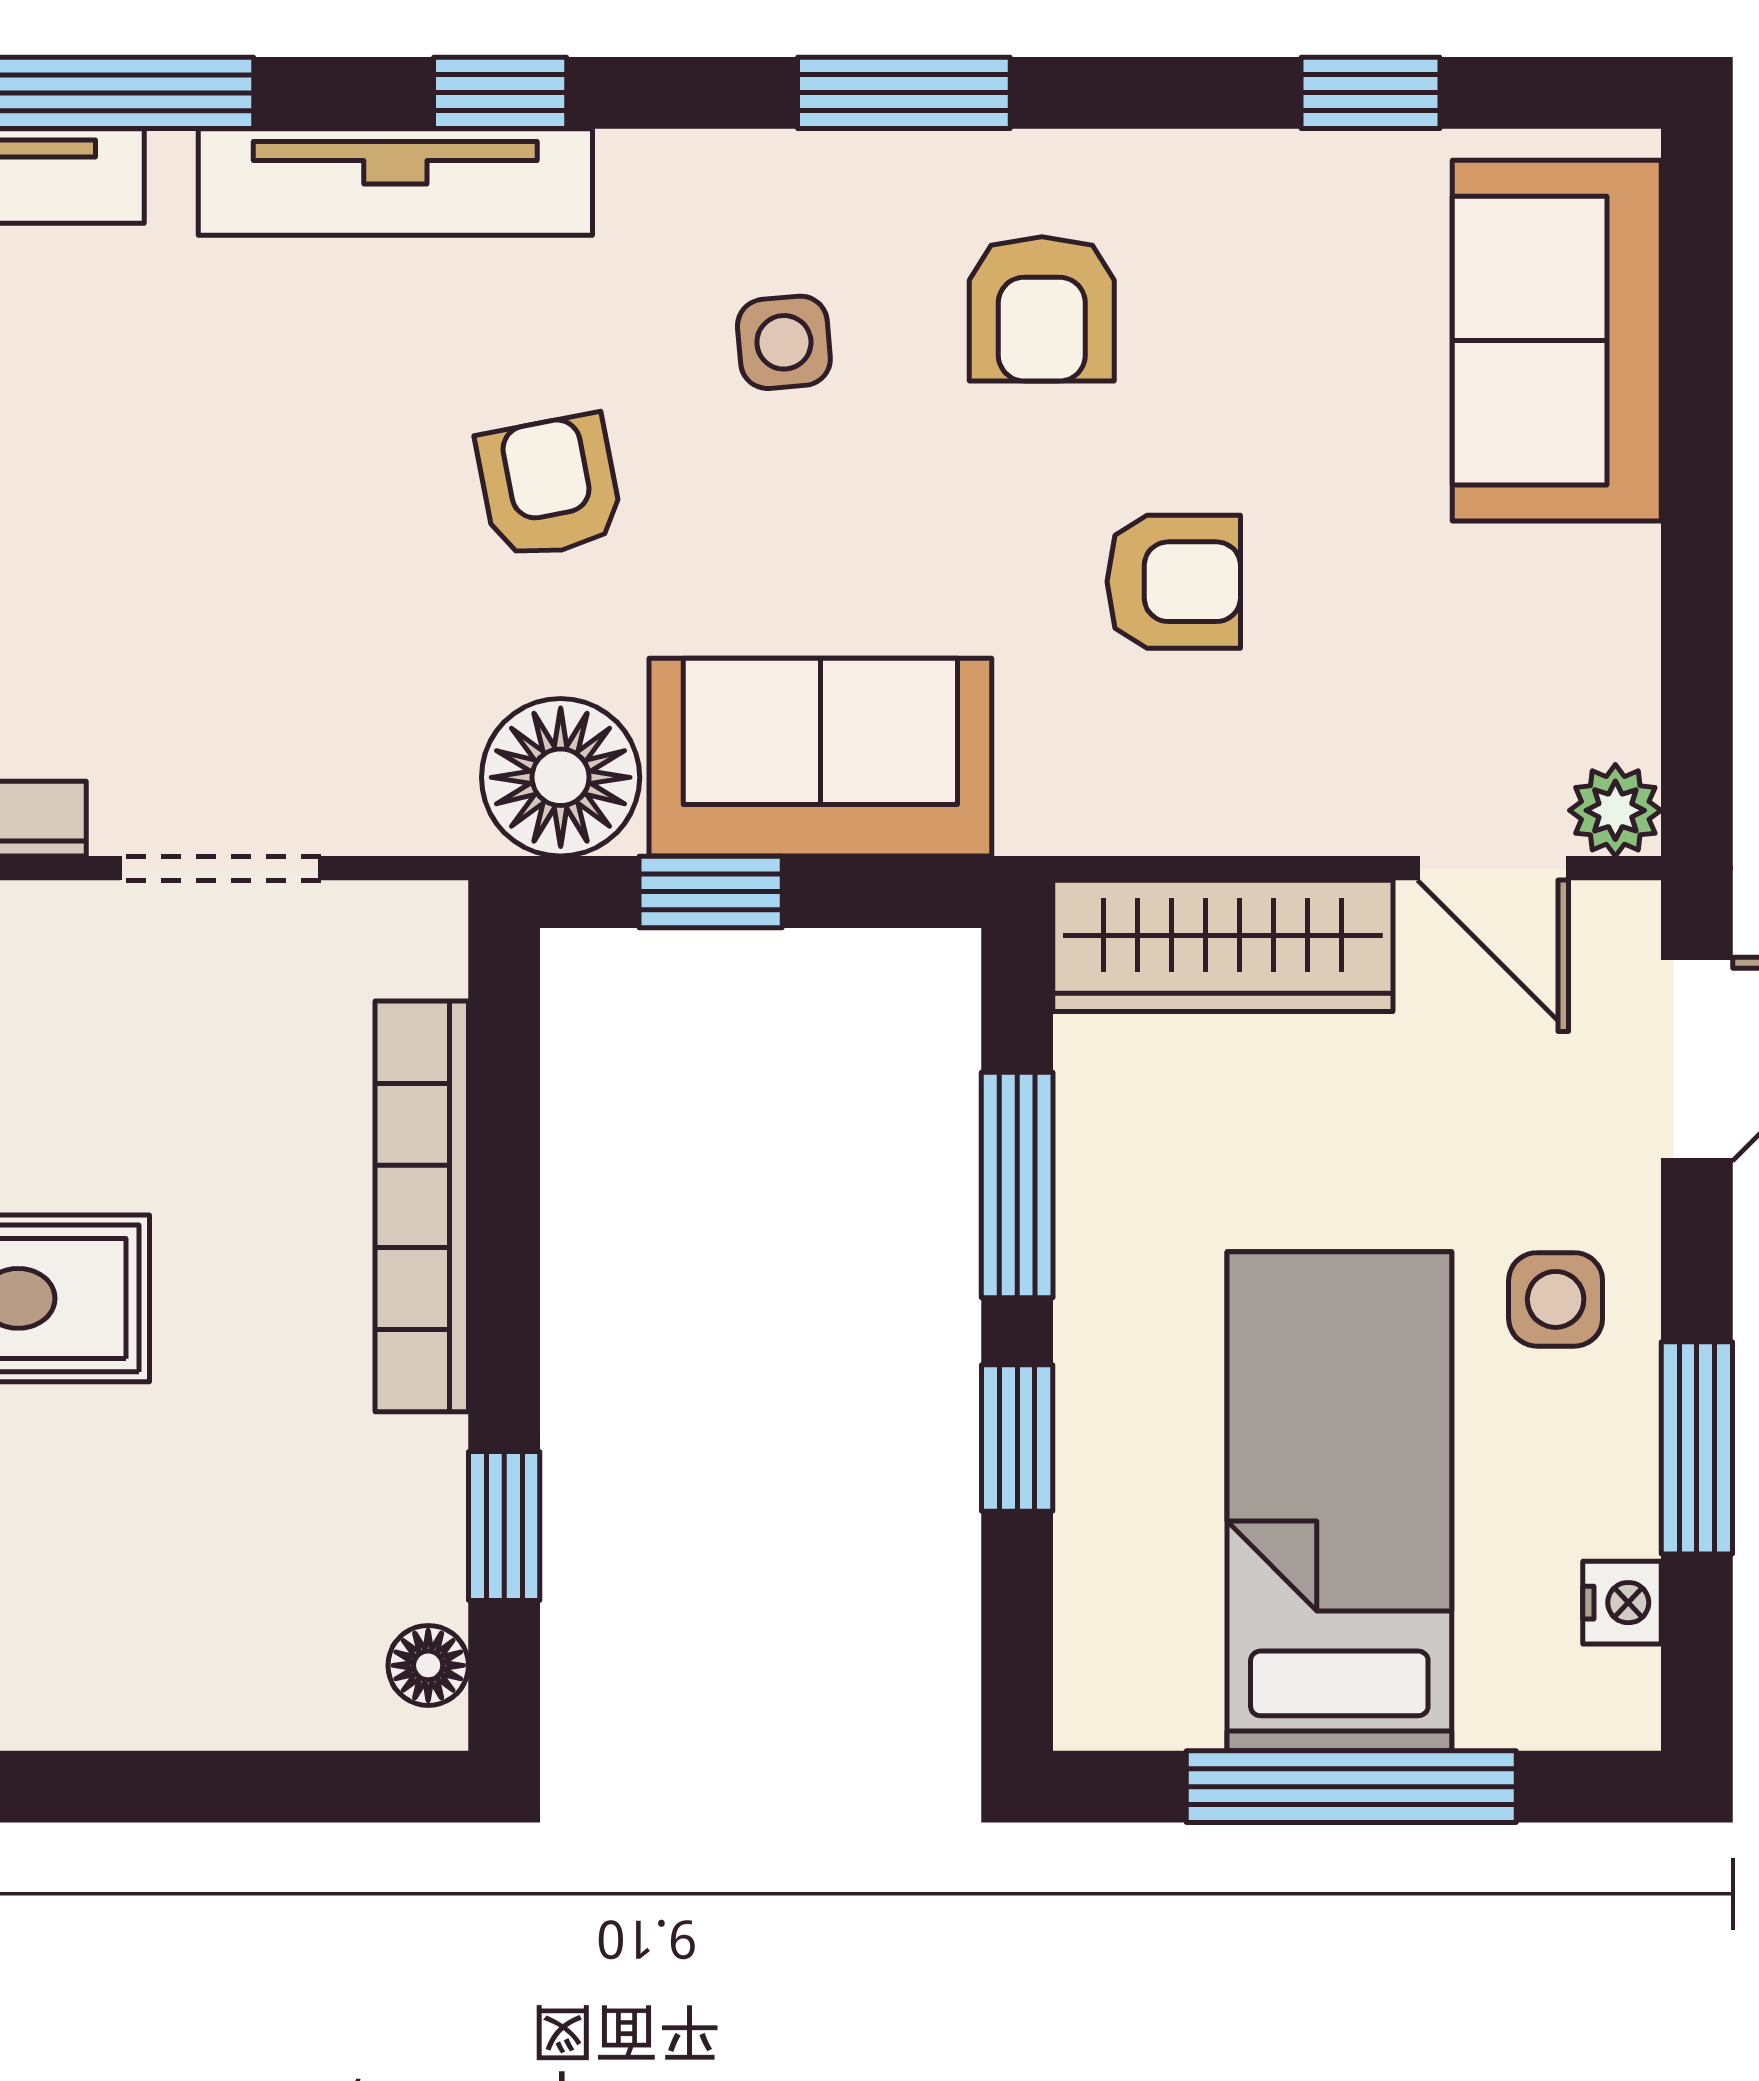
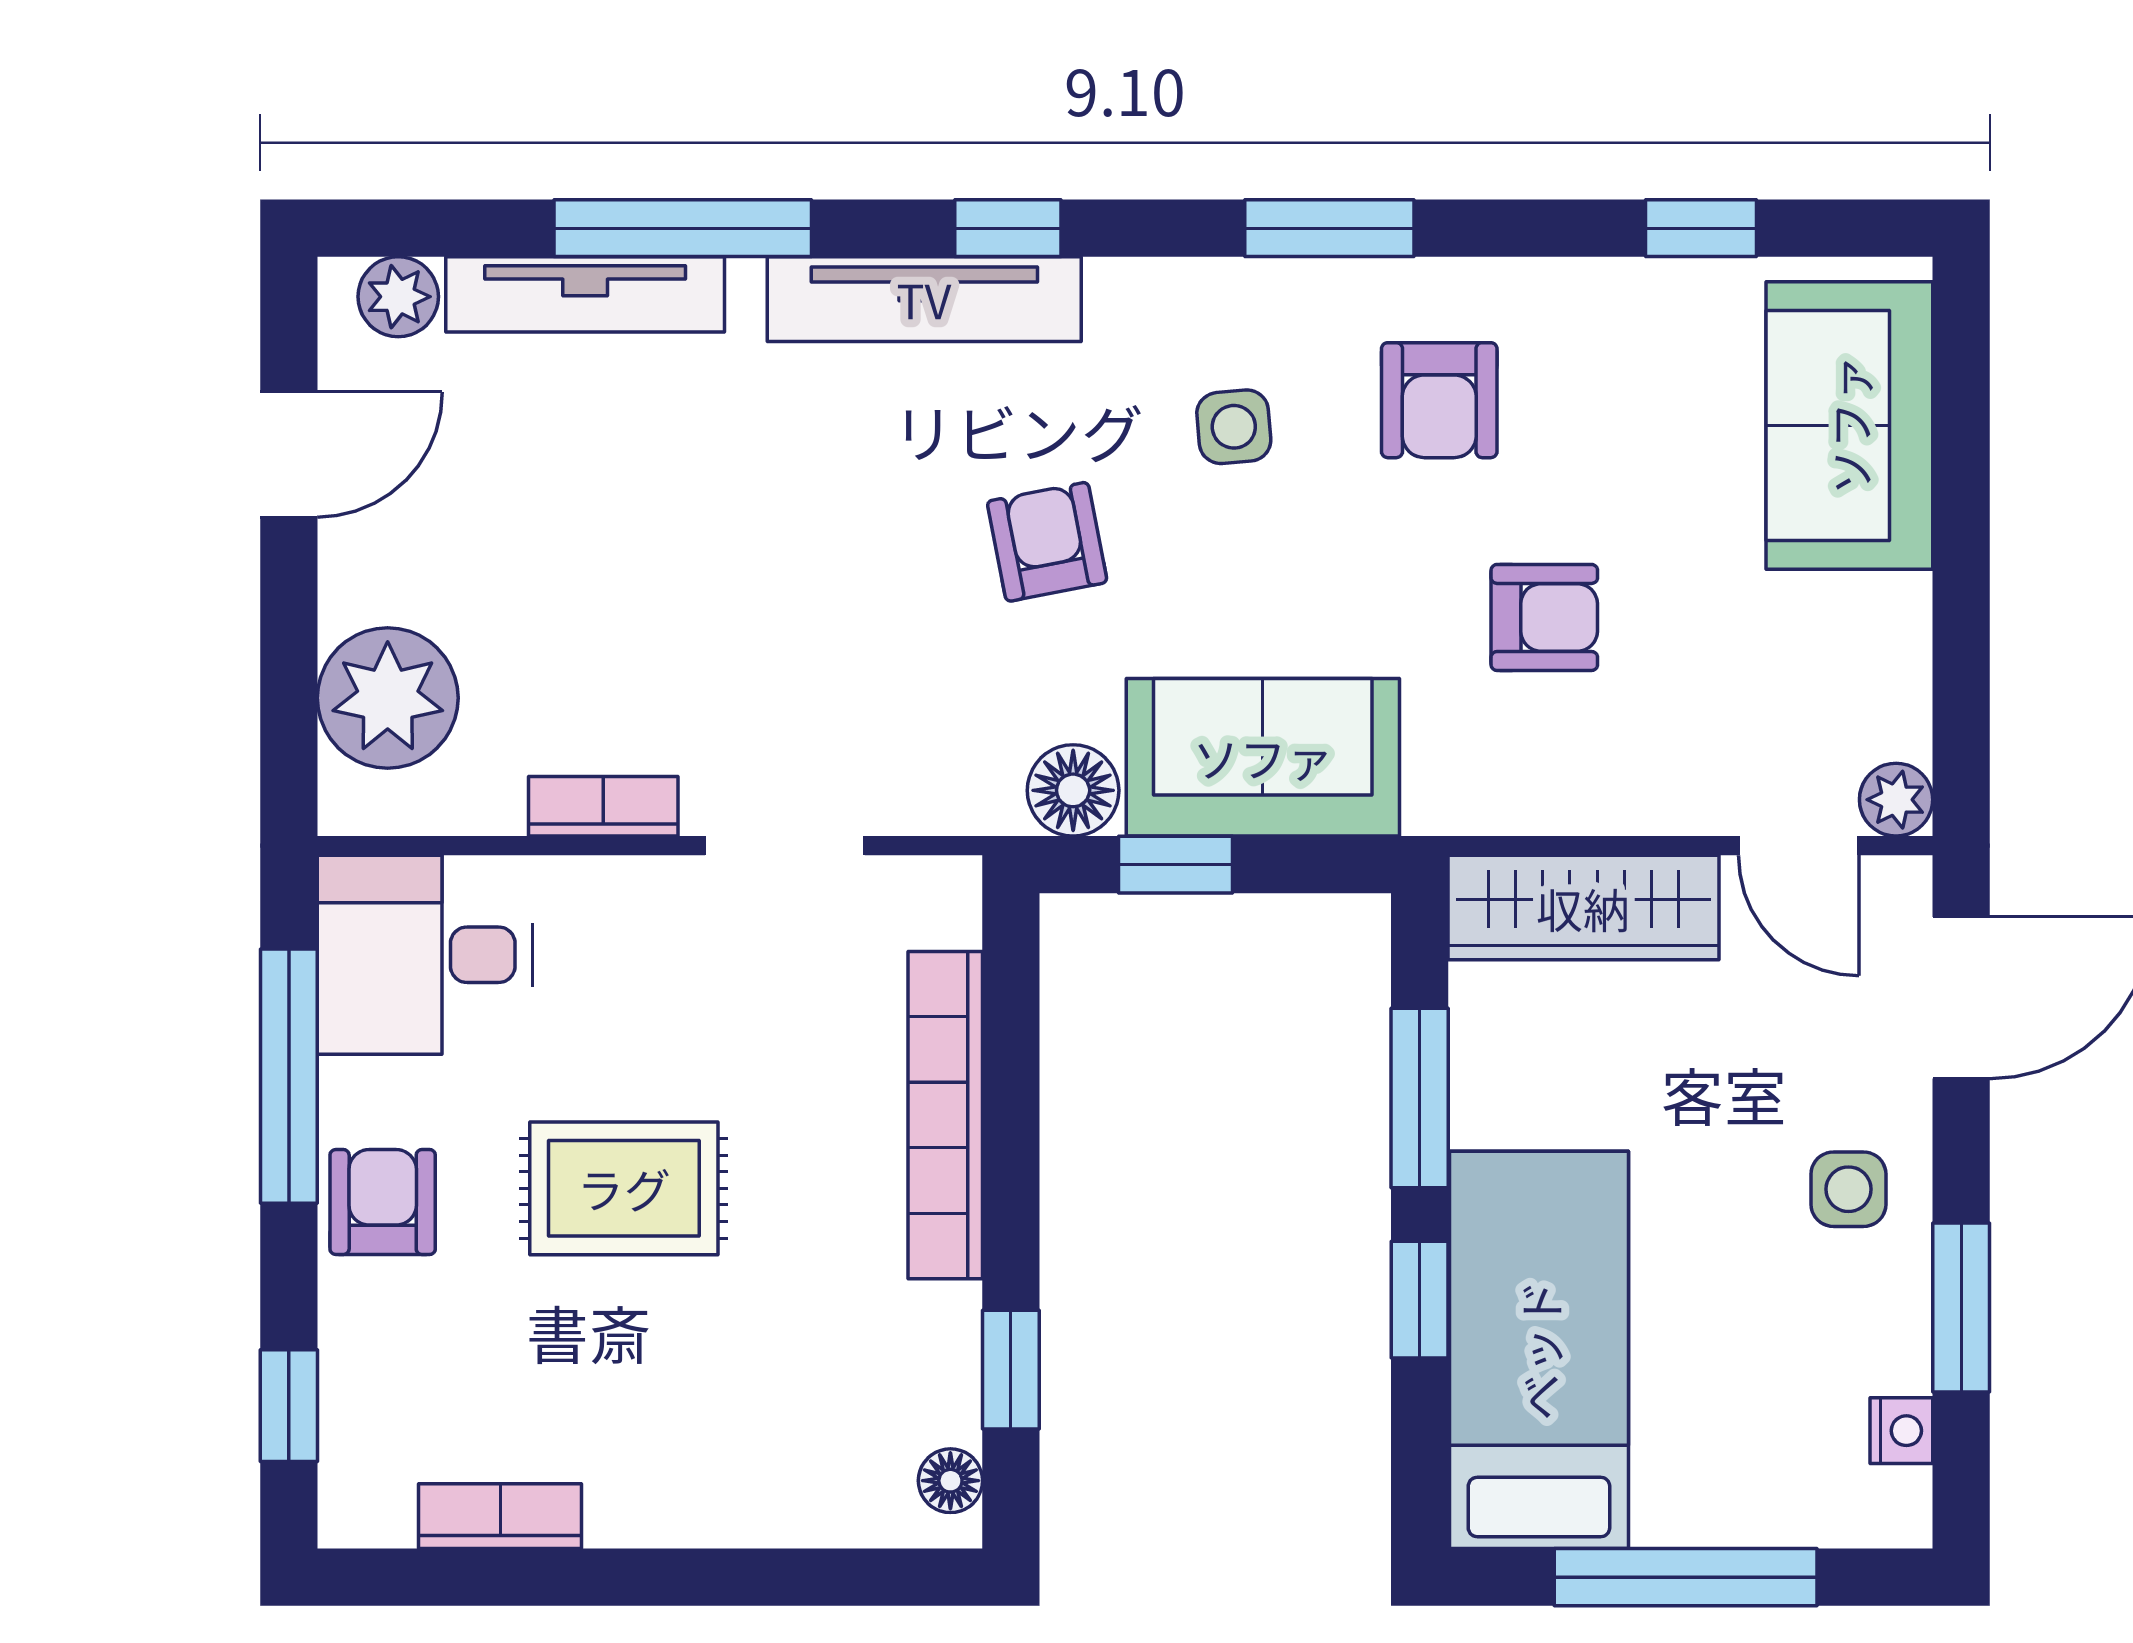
floor lamp: (561, 777) -> (1073, 790), width x0.73, depth x0.73
bed: (1339, 1501) -> (1539, 1350), moved

